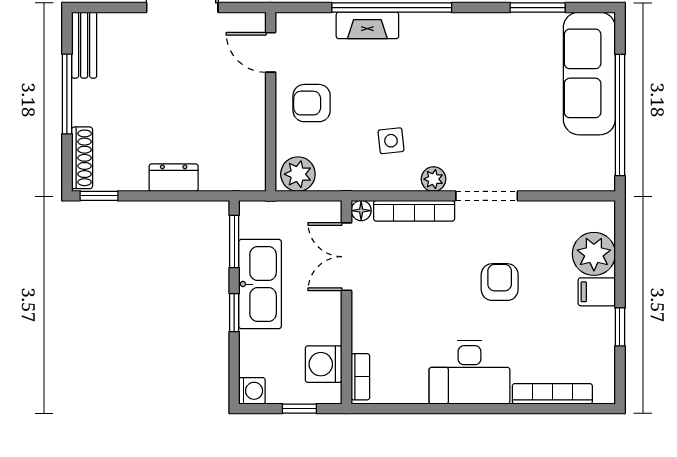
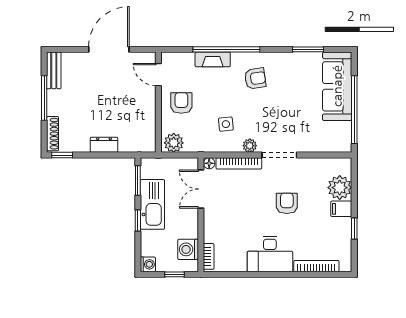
armchair: (443, 59) -> (255, 78), added
armchair: (312, 103) -> (181, 103), turned 90

